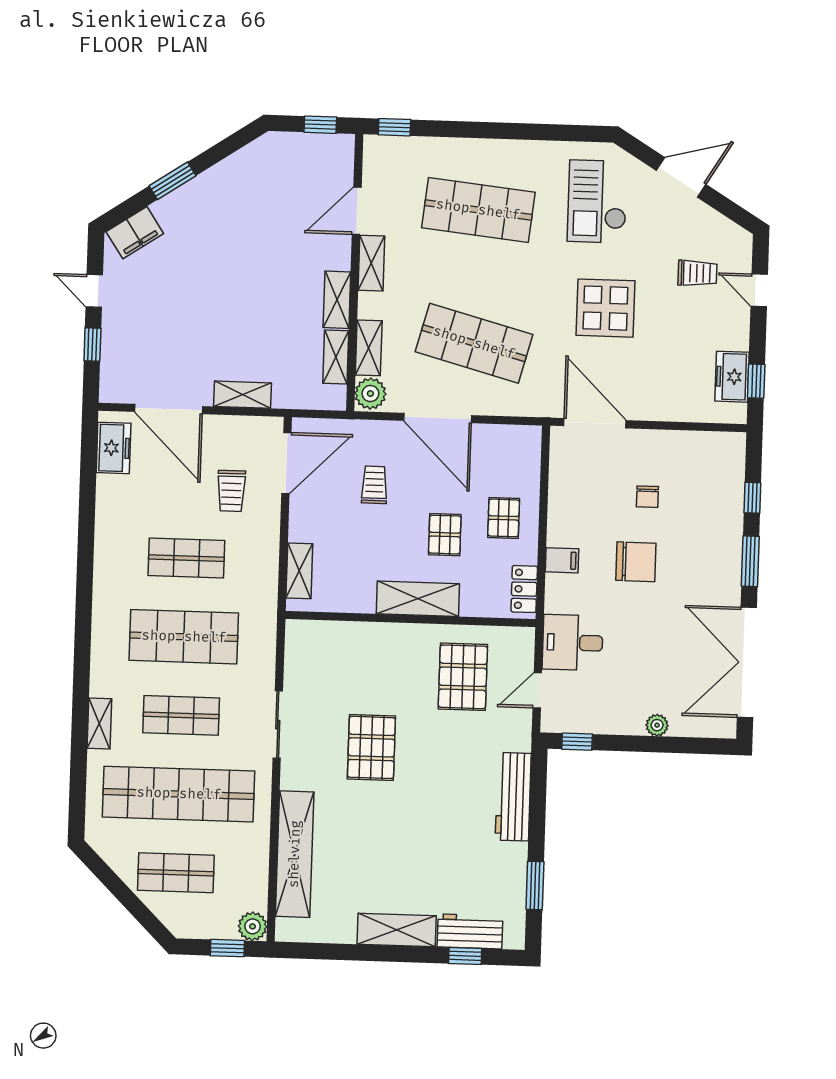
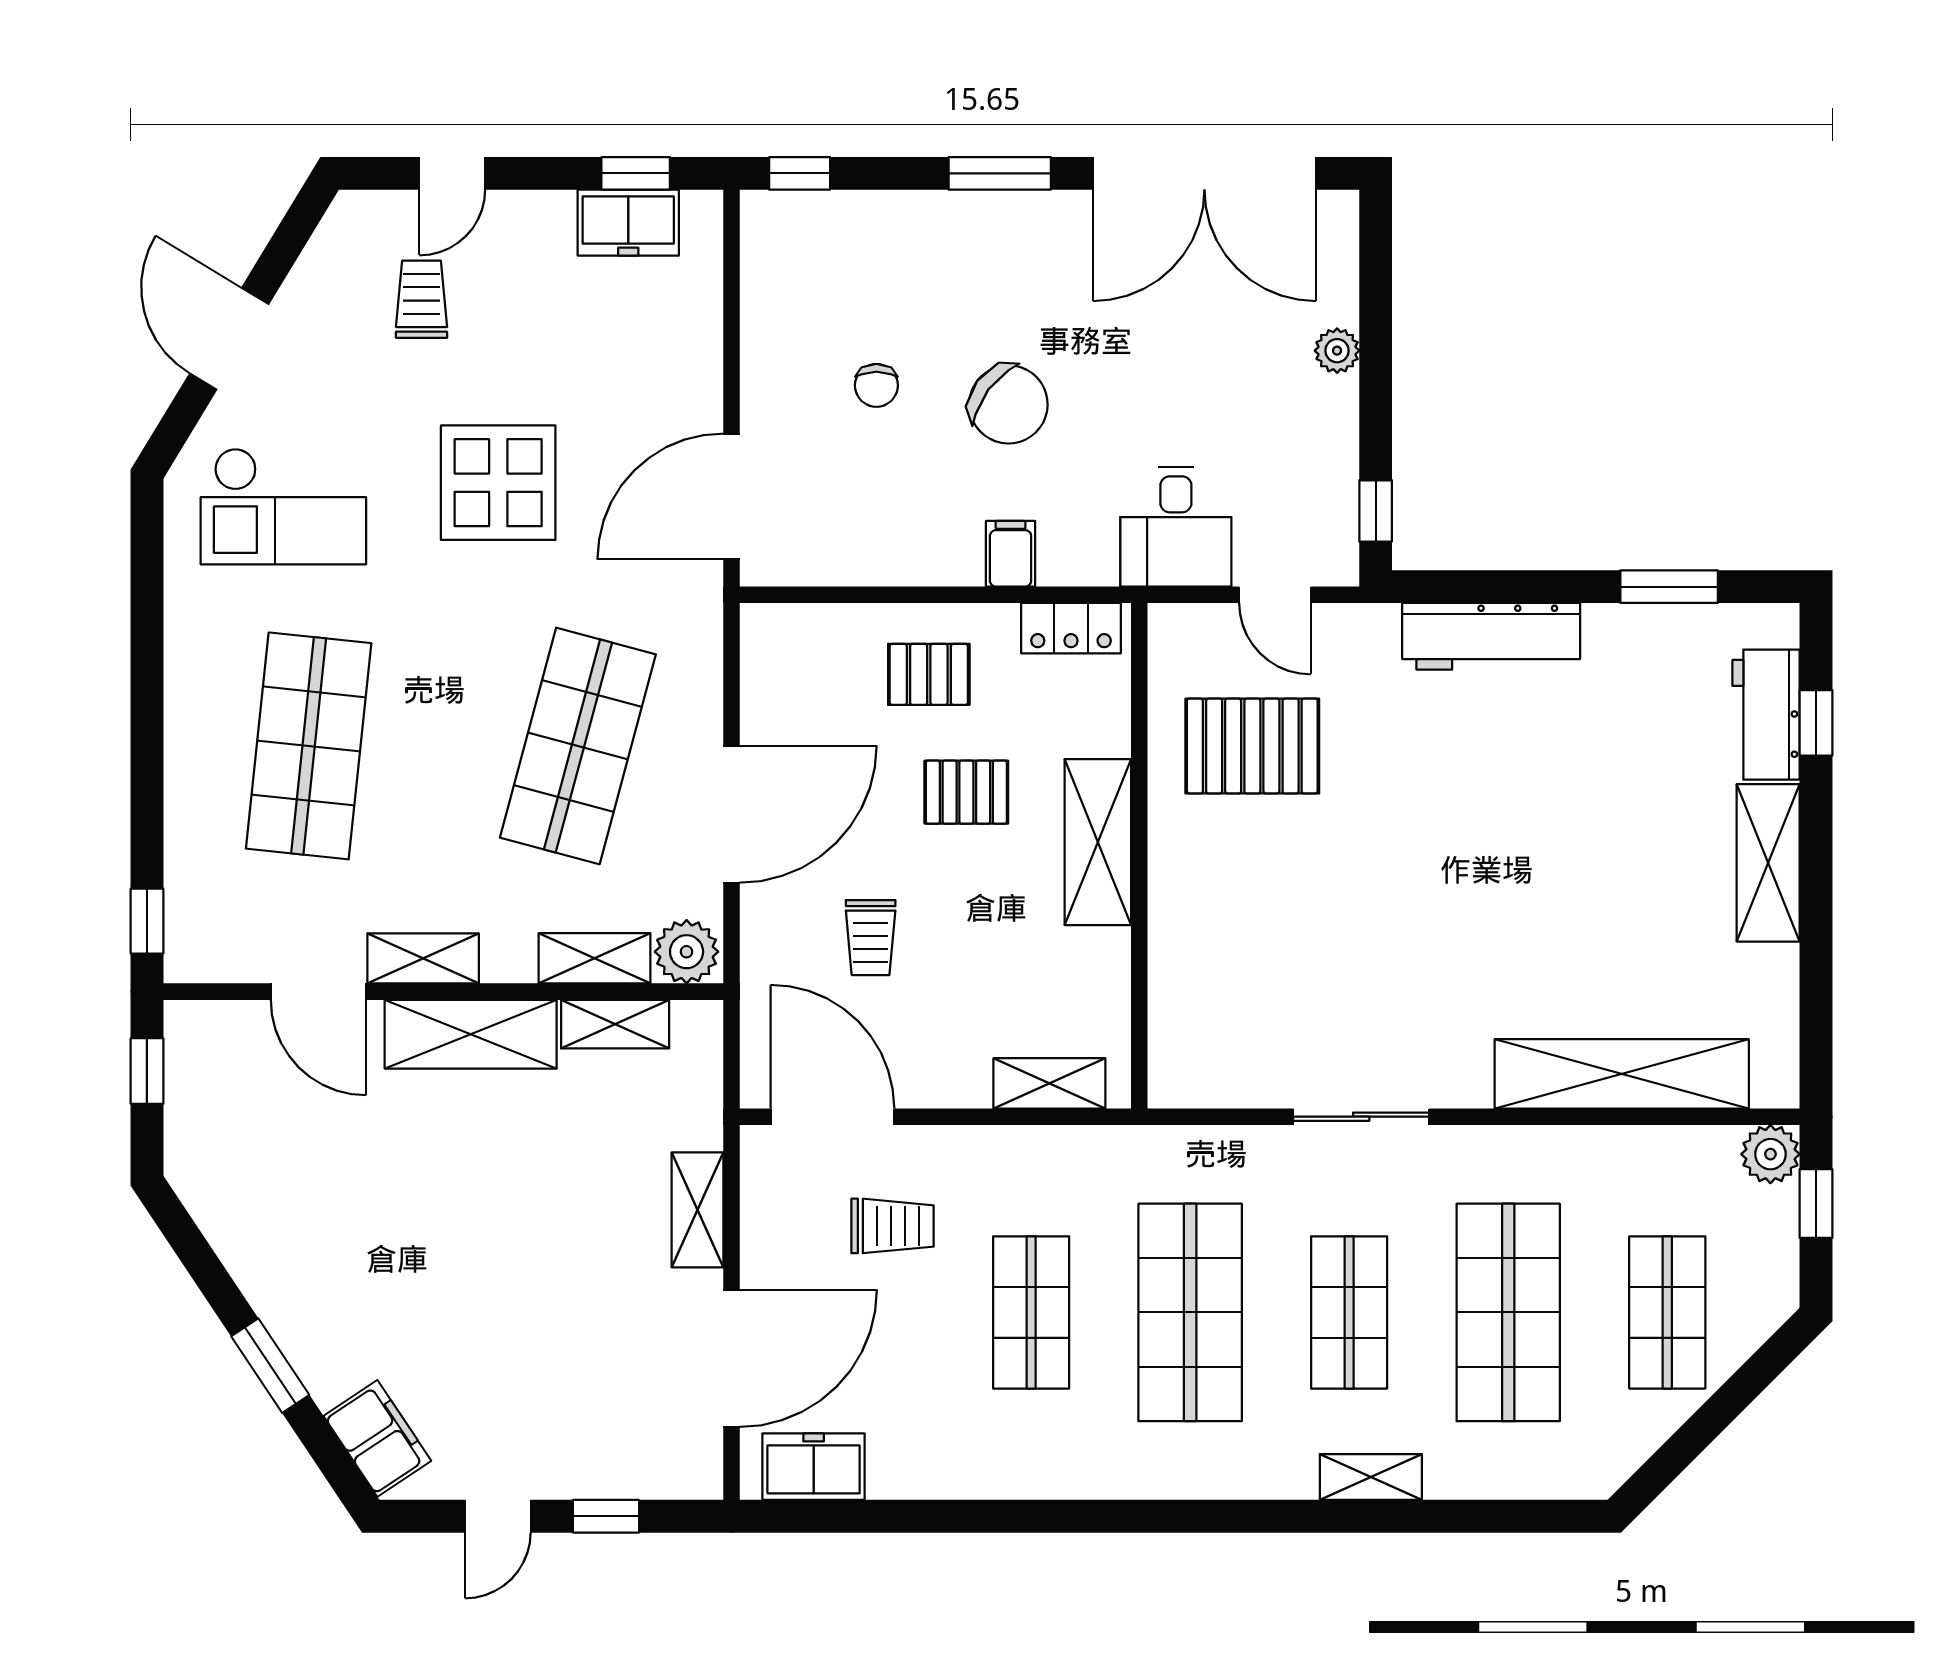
shelving: (337, 300) -> (471, 1034), width x1.50, depth x1.33
trolley: (374, 485) -> (871, 938), turned -90
chair: (647, 497) -> (876, 385), turned 90
window: (752, 498) -> (800, 173), moved
chair: (636, 562) -> (1008, 404), turned 127
pallet: (371, 747) -> (1401, 926), removed
shop shelf: (179, 794) -> (1508, 1312), width x0.71

